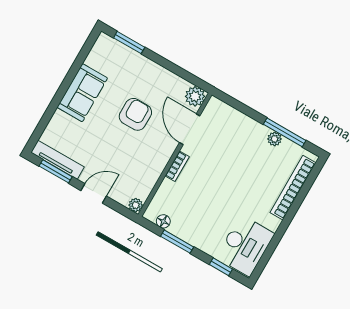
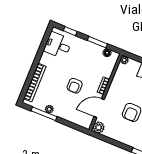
door: (190, 129) -> (99, 108), swing flipped
armchair: (226, 173) -> (75, 86), added
desk: (245, 246) -> (58, 45), width x0.73

